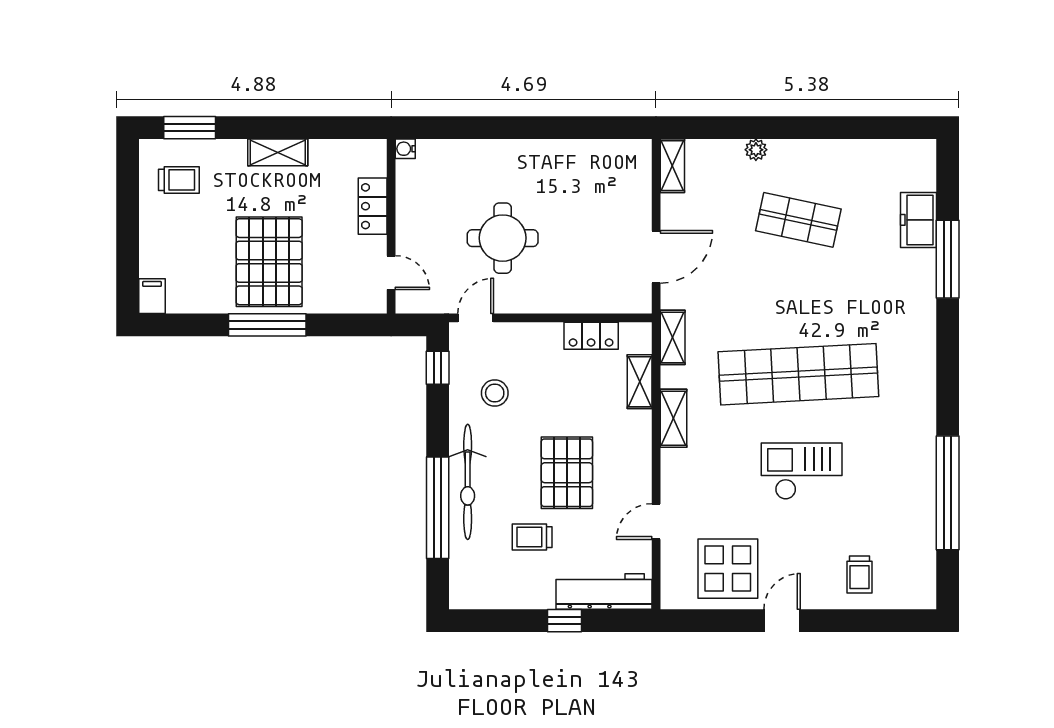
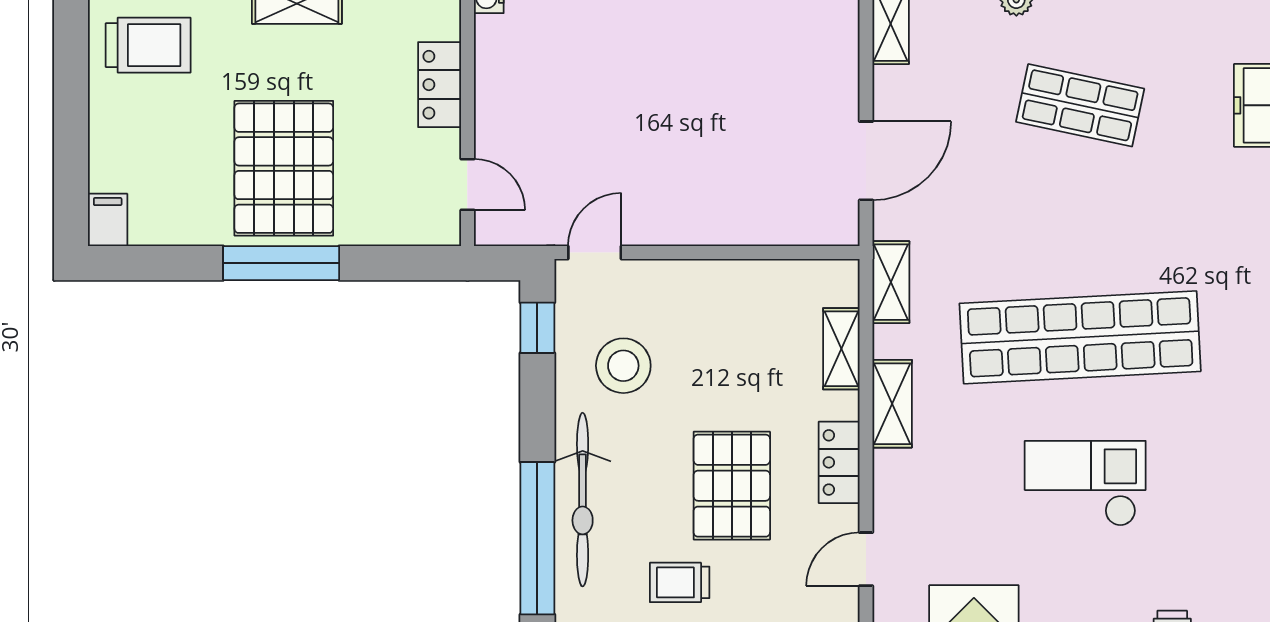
trolley: (179, 180) -> (148, 45), width x1.36, depth x1.39
round table: (503, 238) -> (635, 133), removed
locker: (591, 336) -> (839, 462), moved, turned 90
stool: (495, 393) -> (623, 366), width x1.38, depth x1.38

